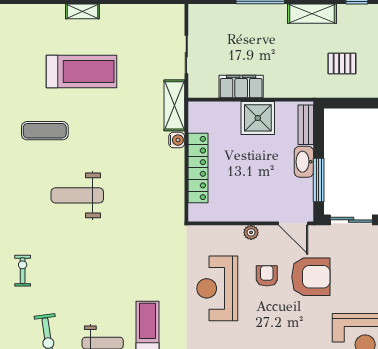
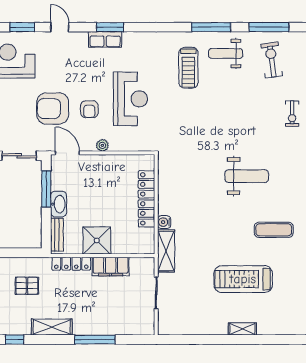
locker: (289, 90) -> (71, 264), added

